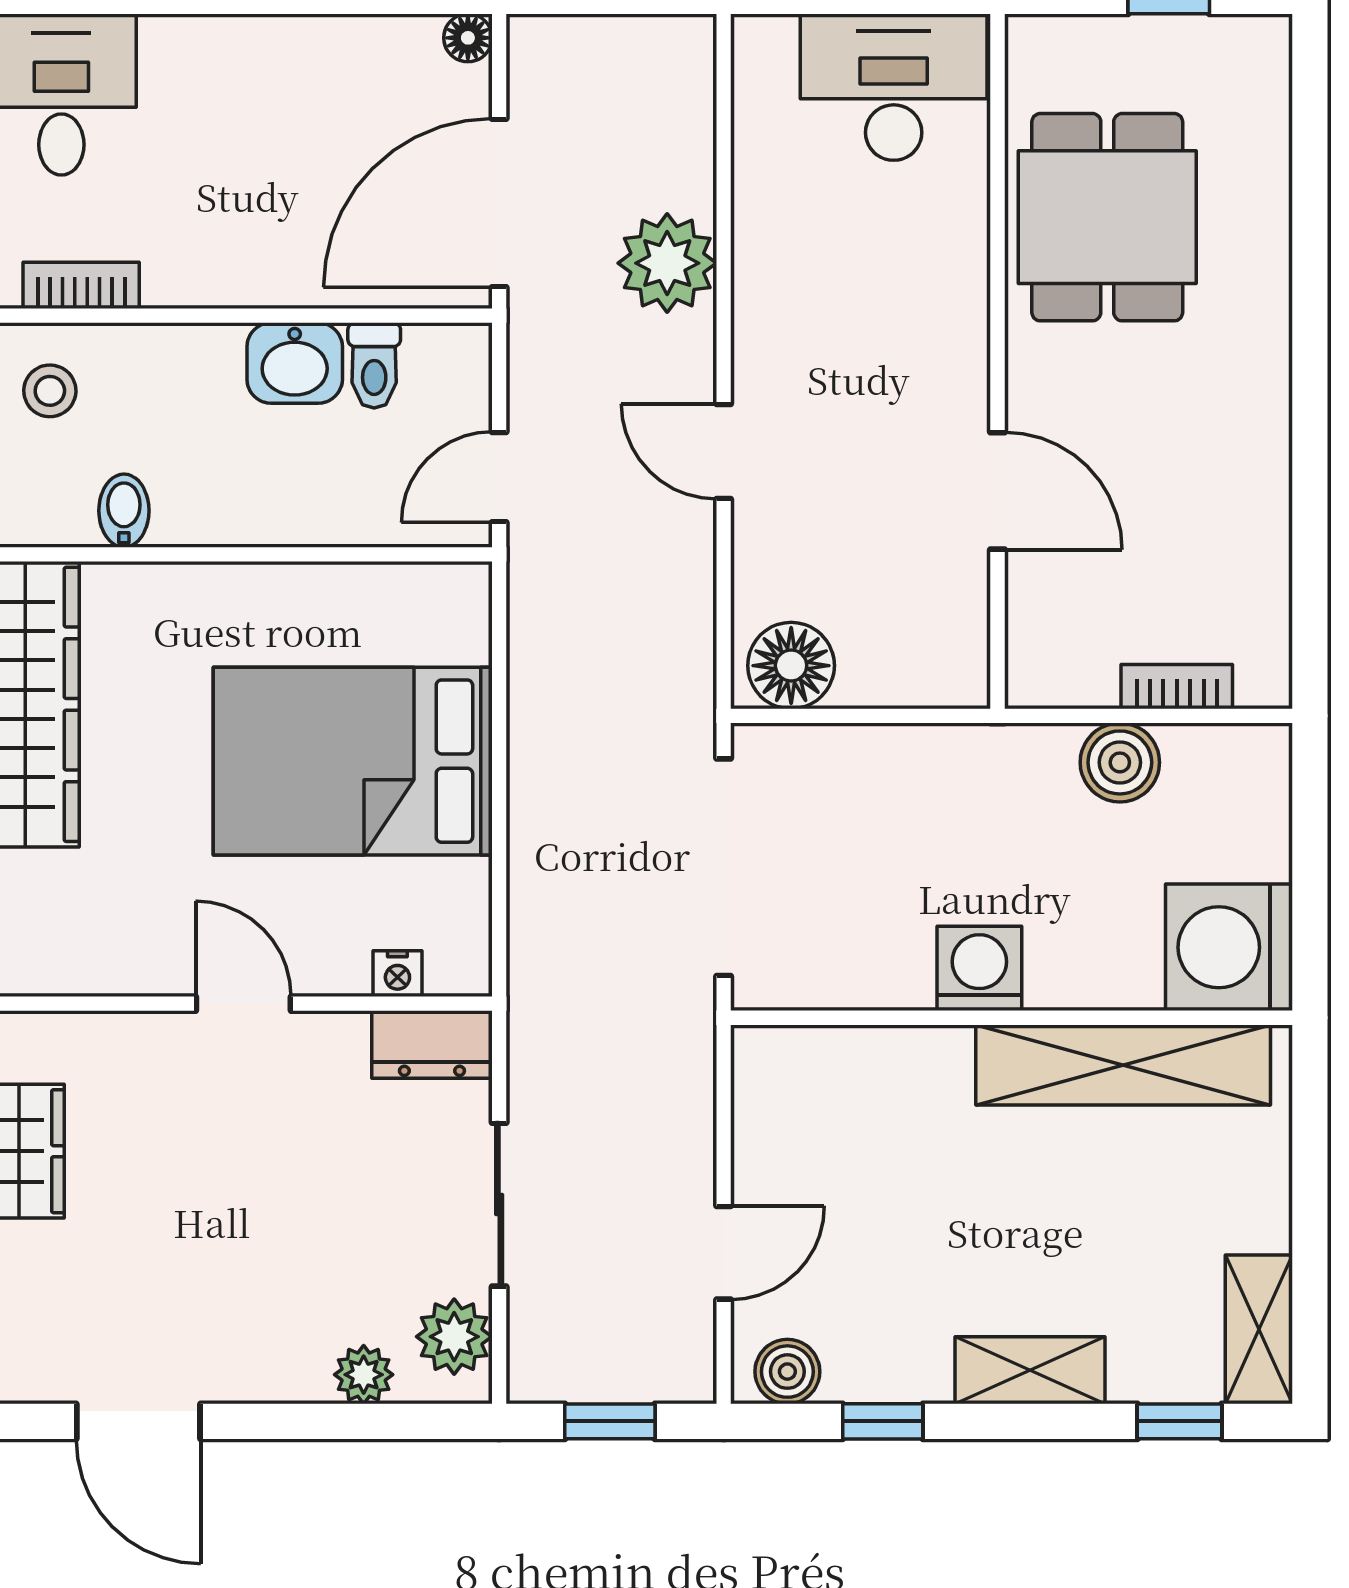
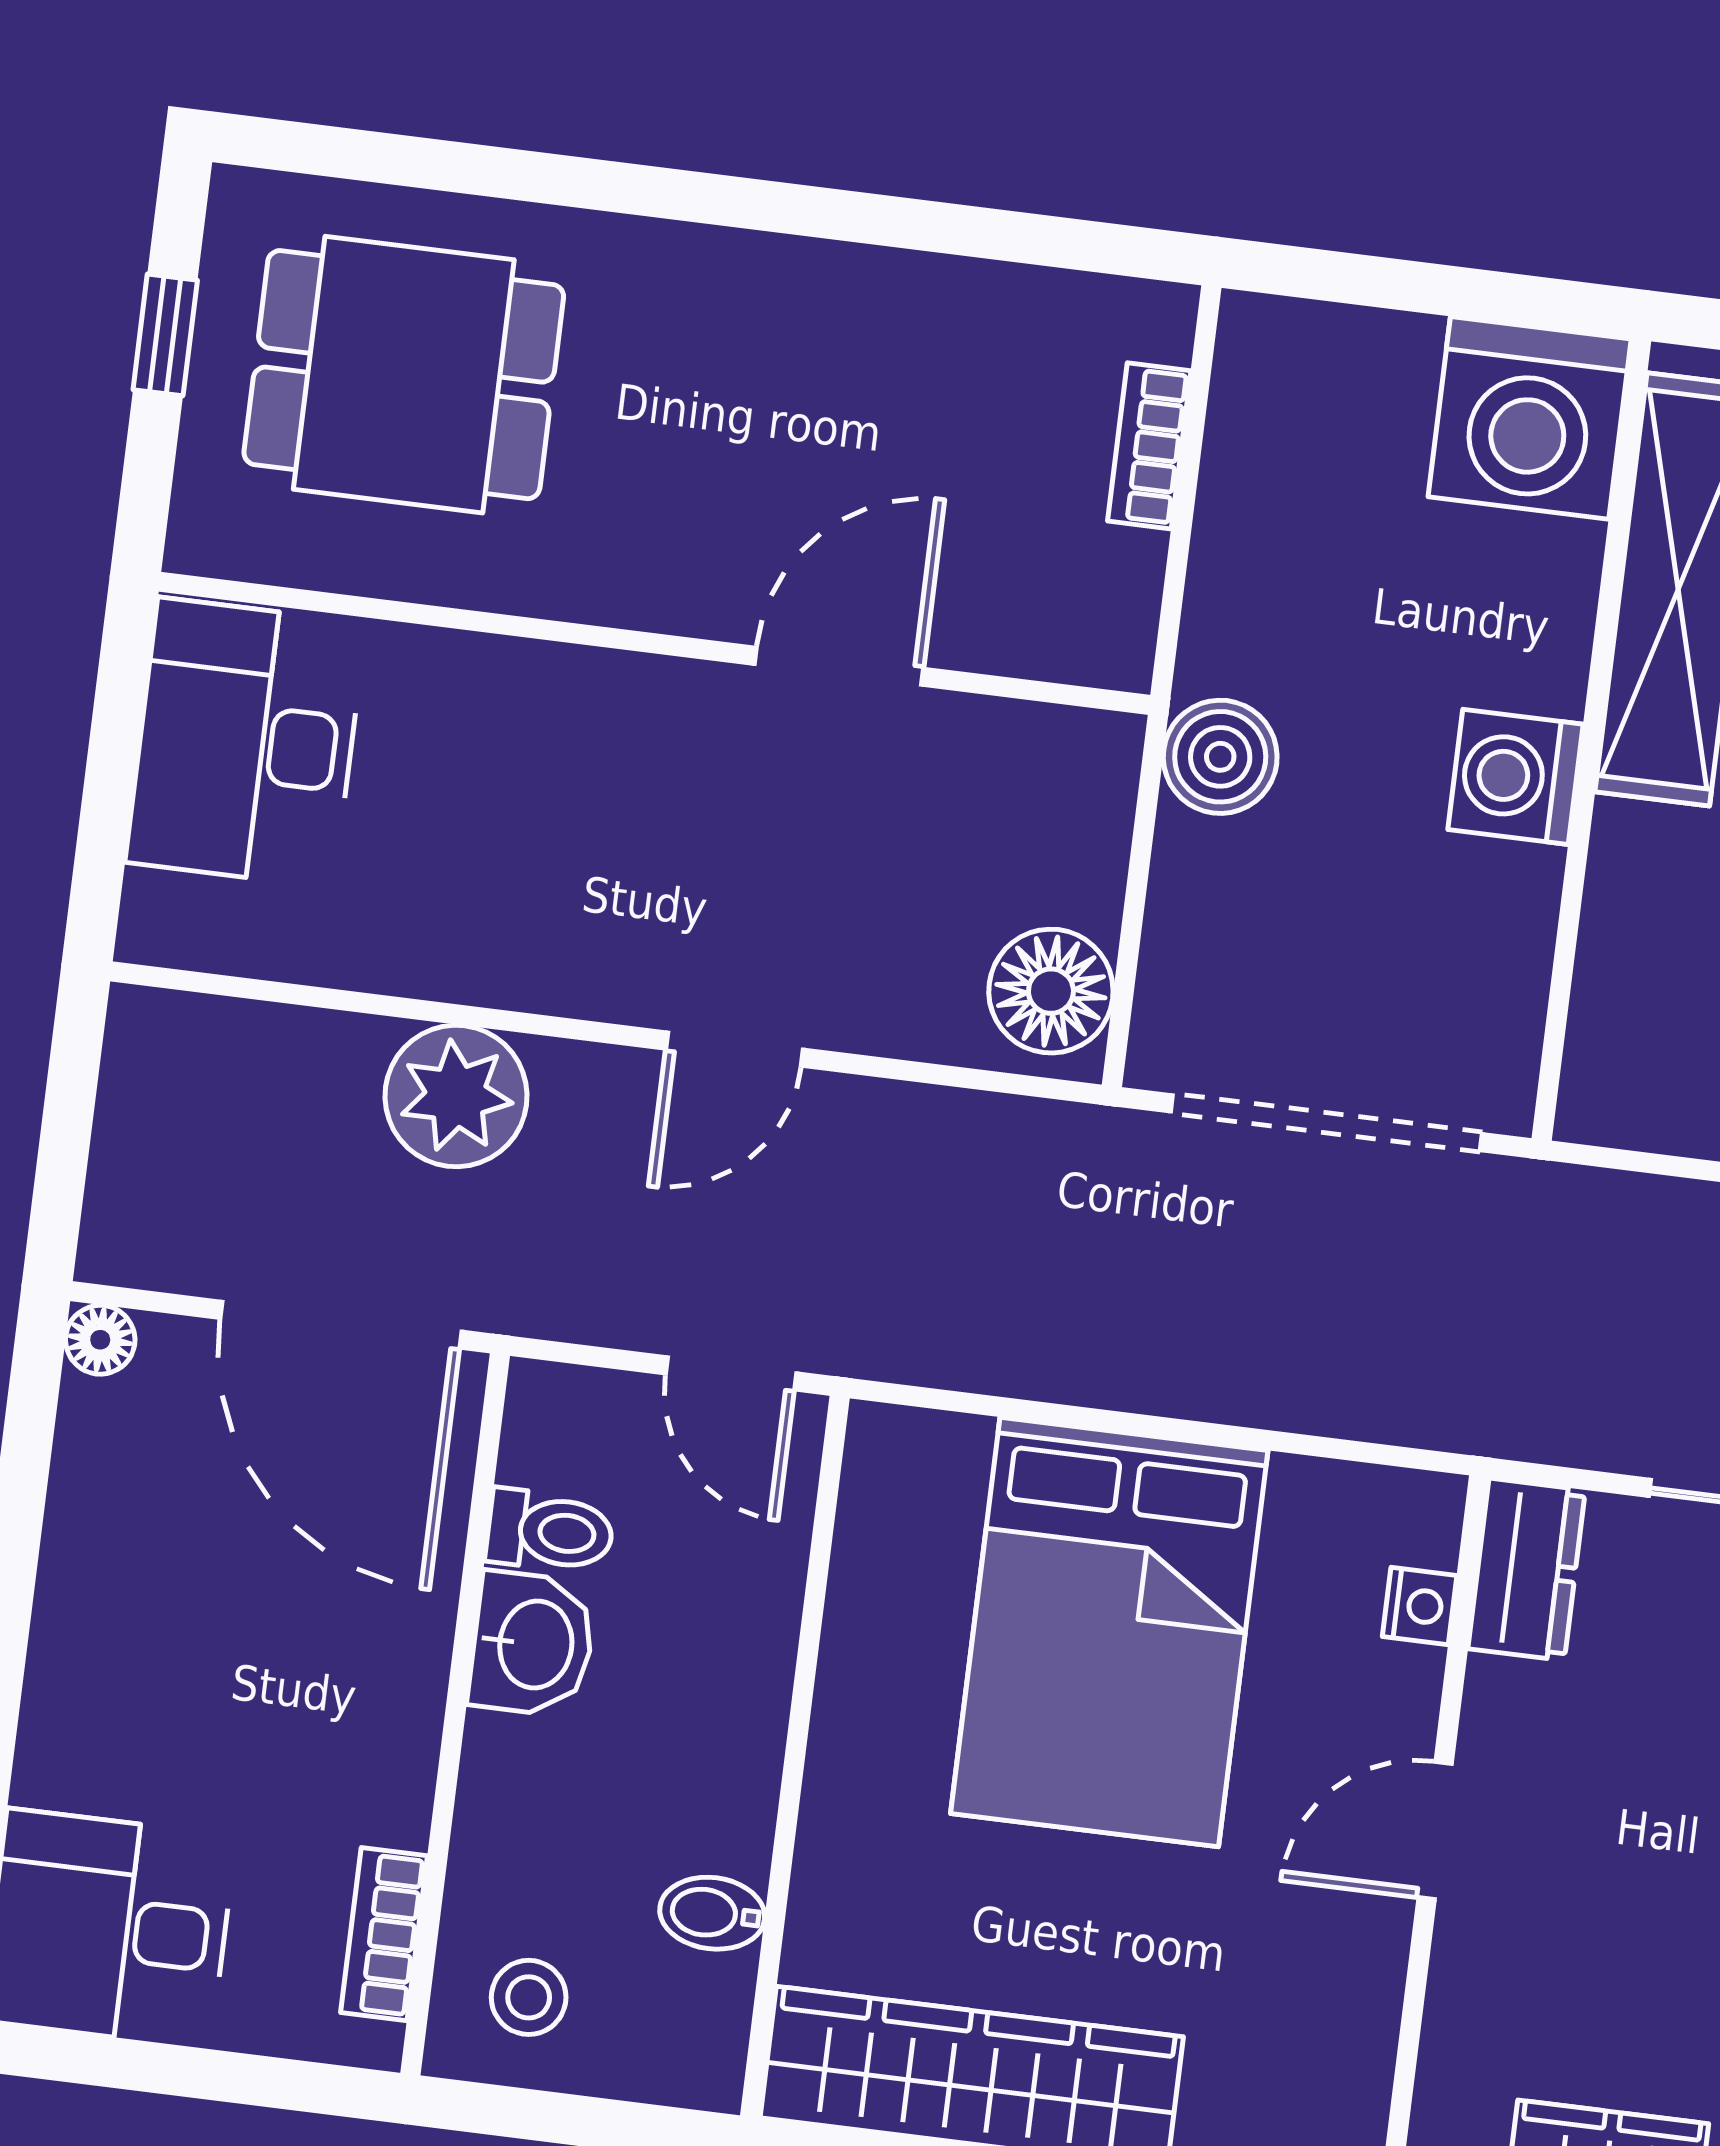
dining table: (1107, 217) -> (404, 375), moved
boiler: (1120, 762) -> (1220, 757), moved

